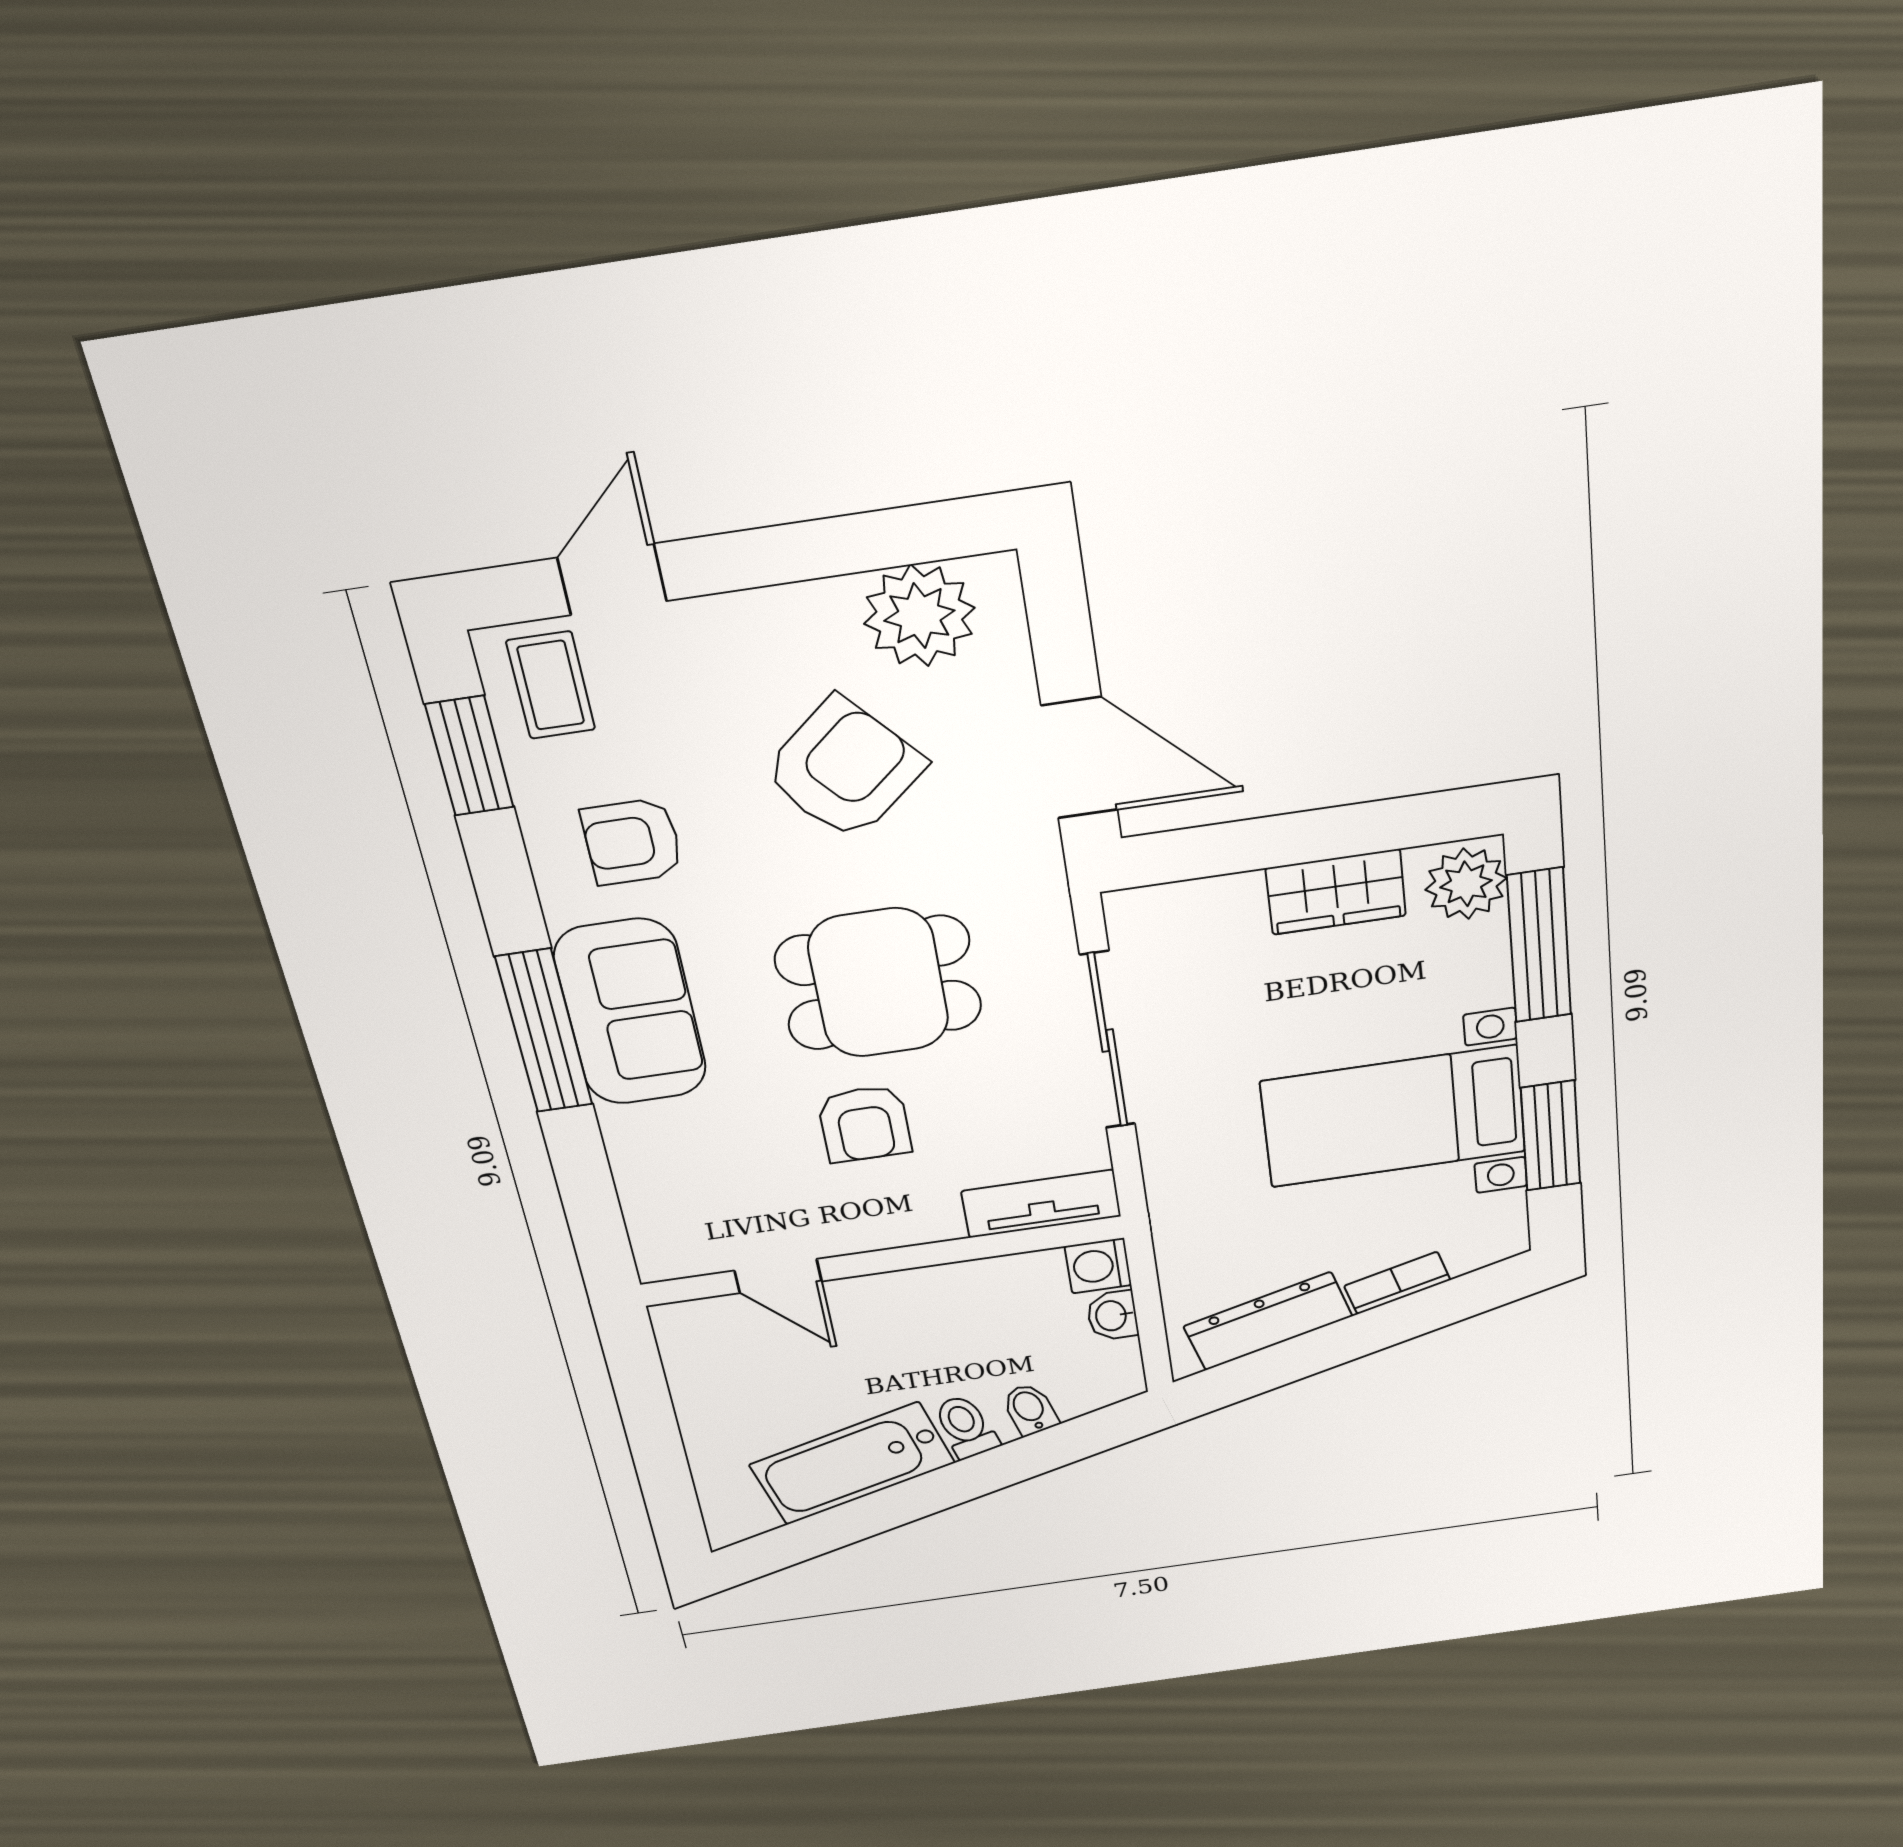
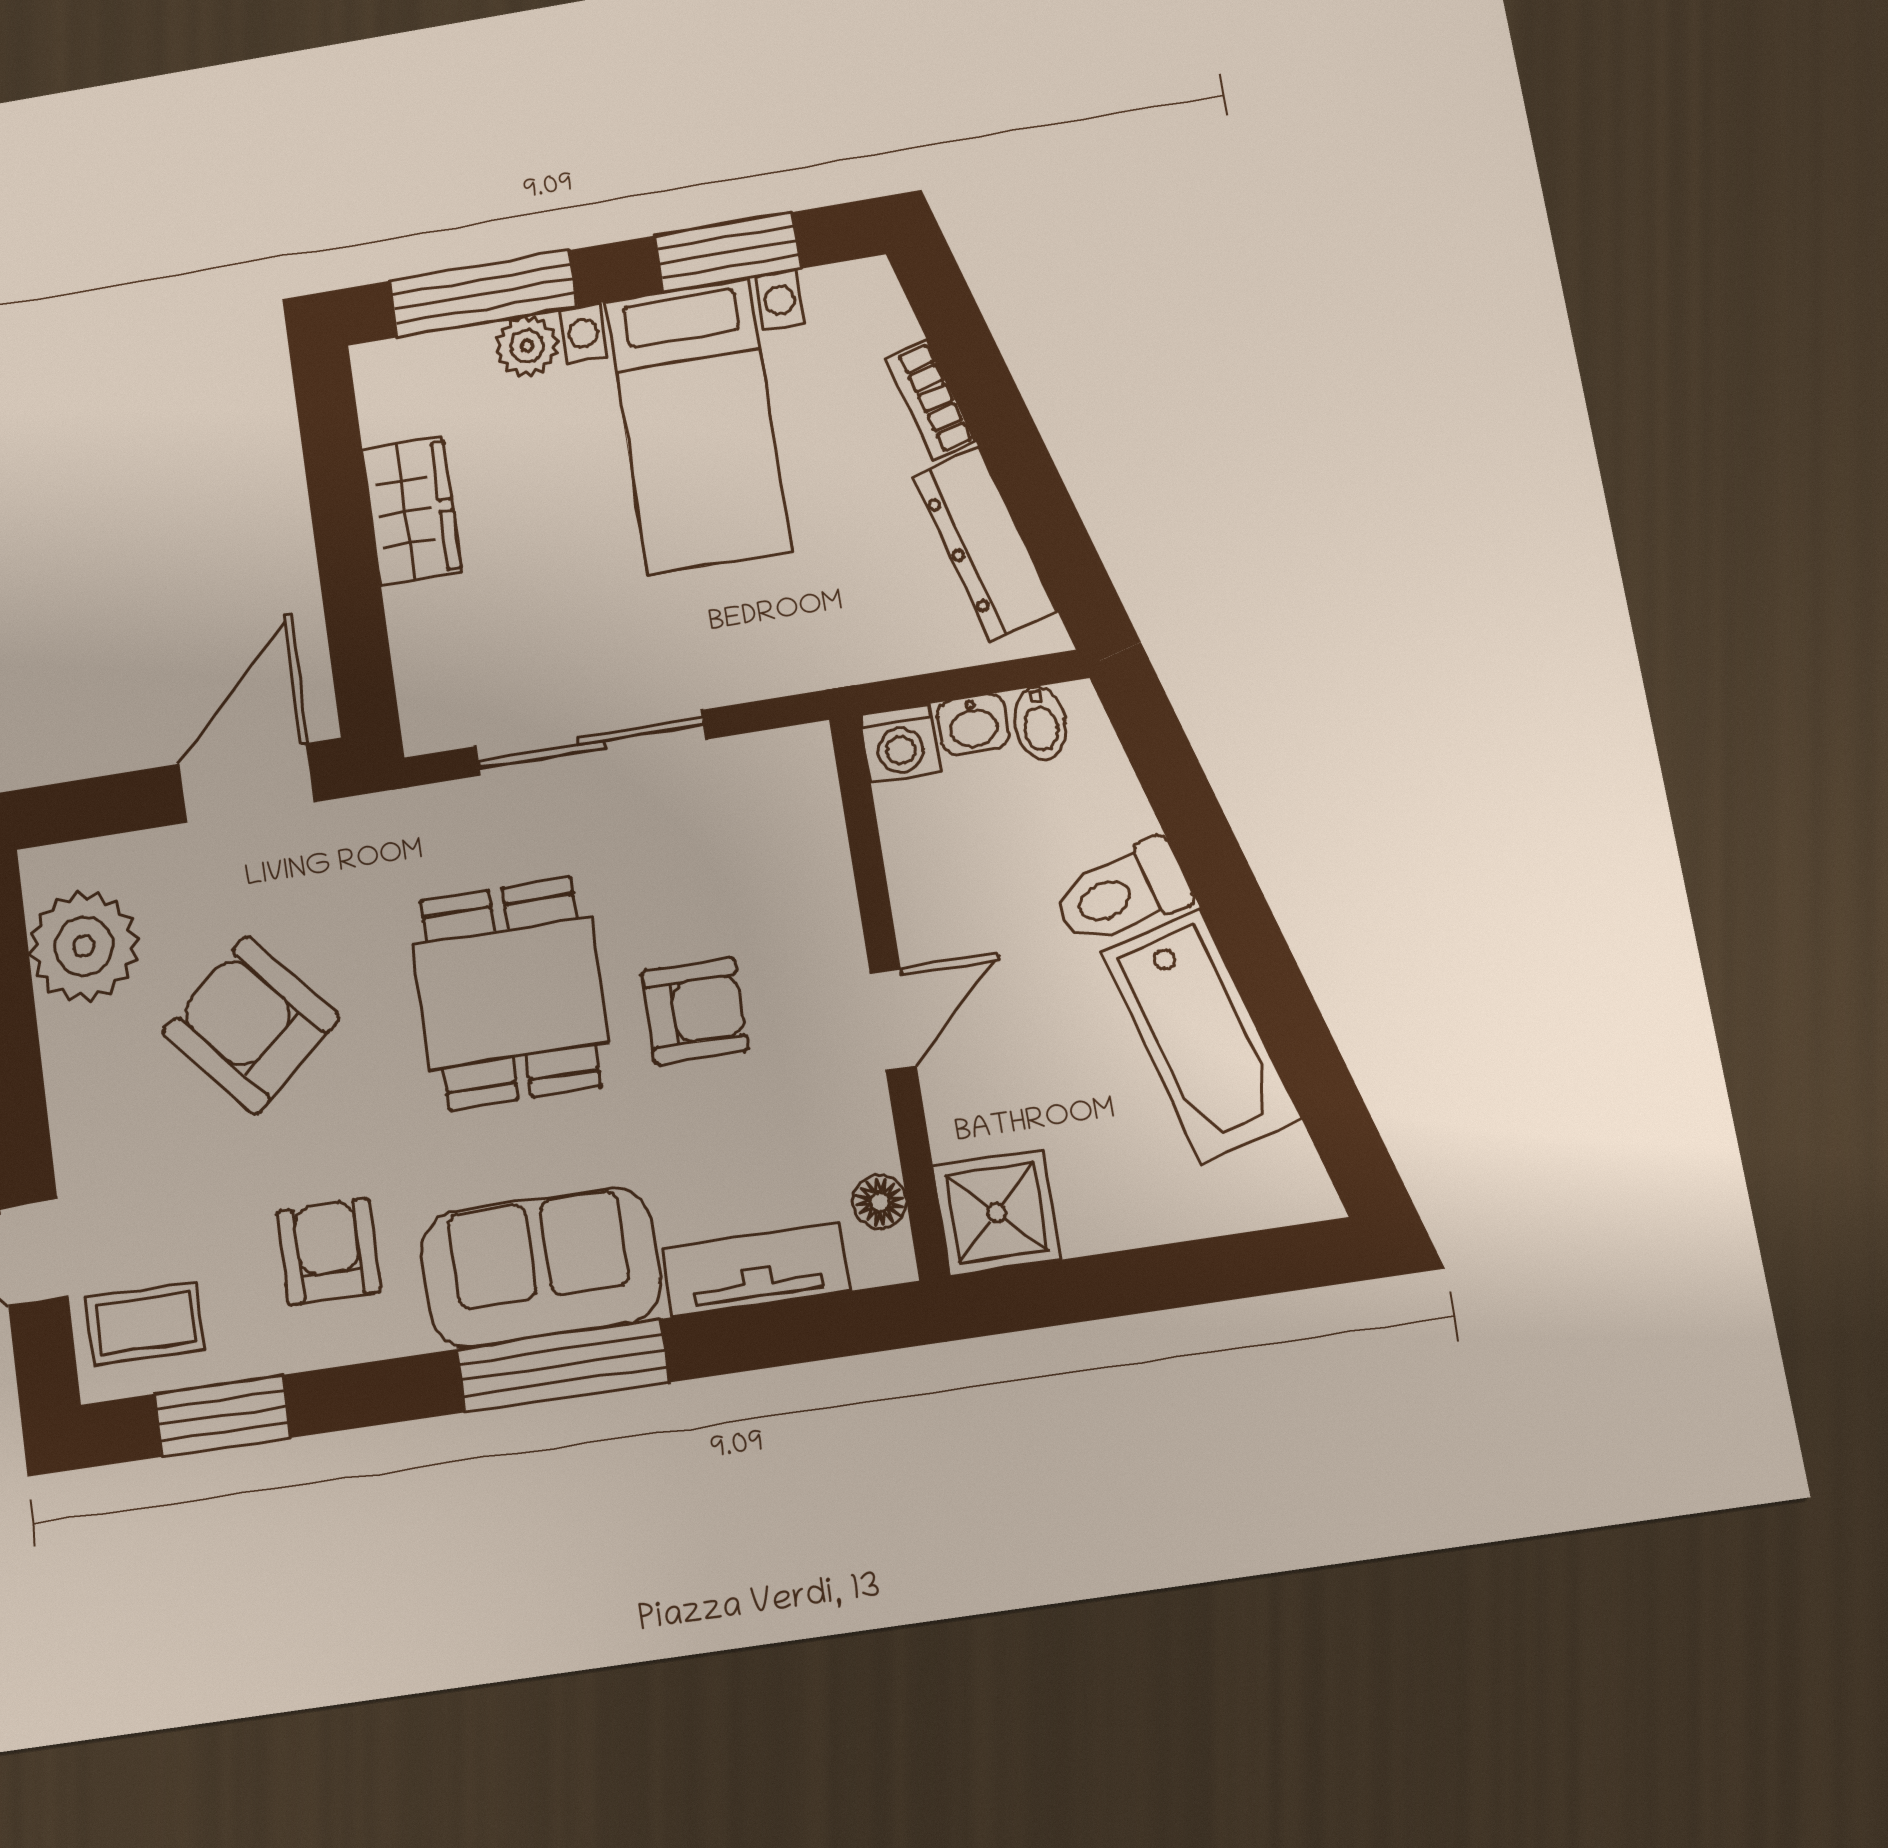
armchair: (632, 842) -> (328, 1252), turned 180
plant: (1466, 884) -> (527, 346), moved, width x0.73, depth x0.73
tv unit: (1041, 1204) -> (756, 1270), moved, turned 90
floor lamp: (705, 1257) -> (880, 1202), added
door: (778, 1276) -> (893, 1019), moved
shower: (701, 1335) -> (996, 1212), added
bidet: (1030, 1409) -> (1040, 723), moved, turned -75
toilet: (966, 1427) -> (1121, 893), width x1.37, depth x1.39

